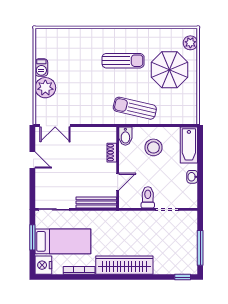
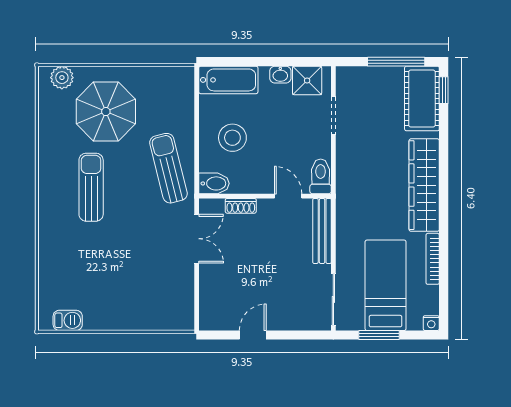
barbecue: (41, 68) -> (68, 320), moved
plant: (45, 88) -> (135, 314), removed
sun lounger: (135, 108) -> (168, 168), turned 153
double door: (55, 126) -> (197, 239), moved
shower: (189, 193) -> (307, 81), added
toilet: (148, 197) -> (321, 176), moved, turned 90
cot: (178, 264) -> (422, 98), added
nightstand: (43, 265) -> (431, 323), width x0.53, depth x0.56

